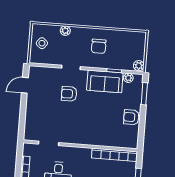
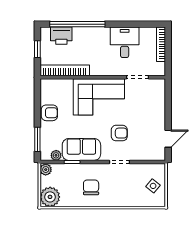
plant: (65, 31) -> (50, 197), moved, width x1.88, depth x1.88
corner sofa: (85, 128) -> (99, 97), added

